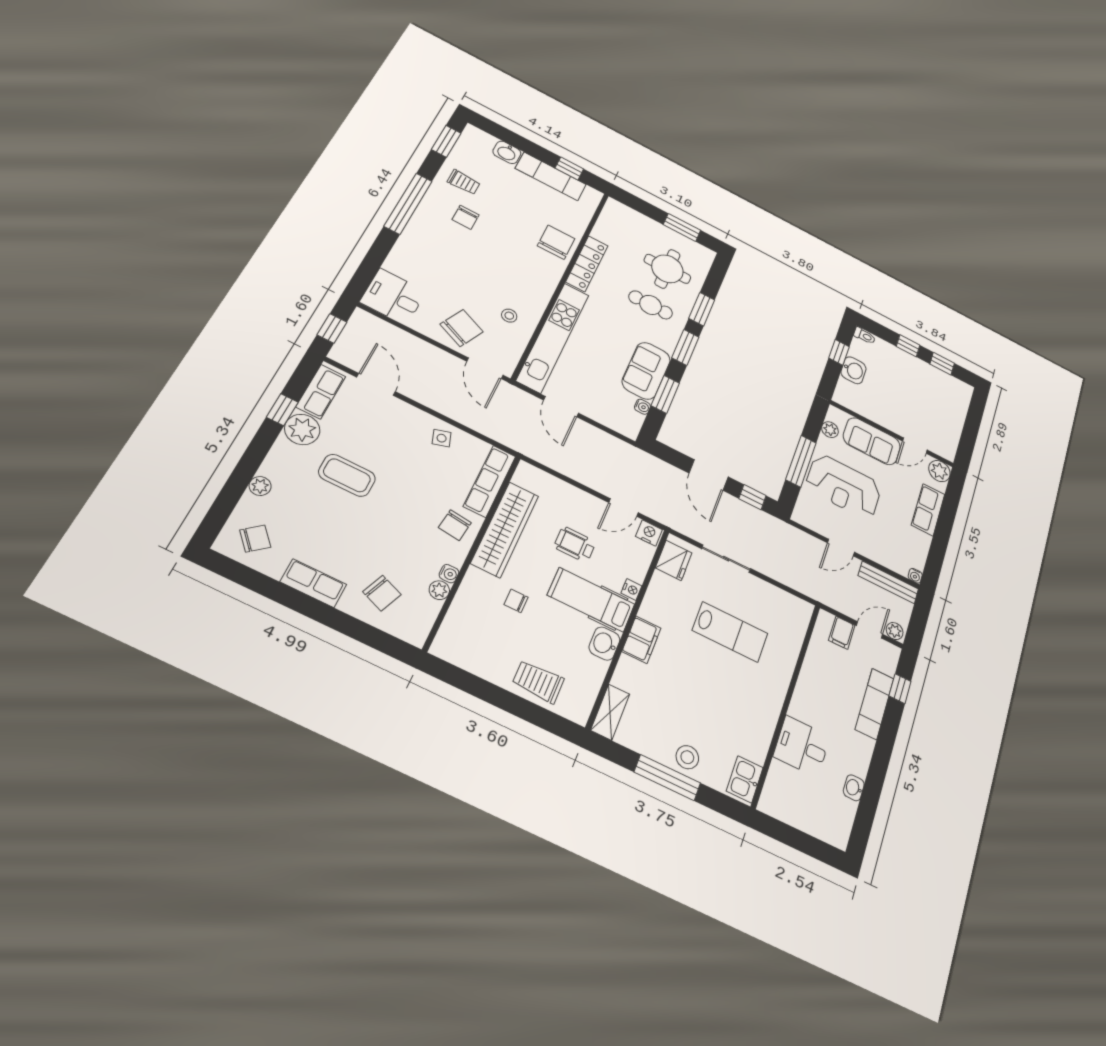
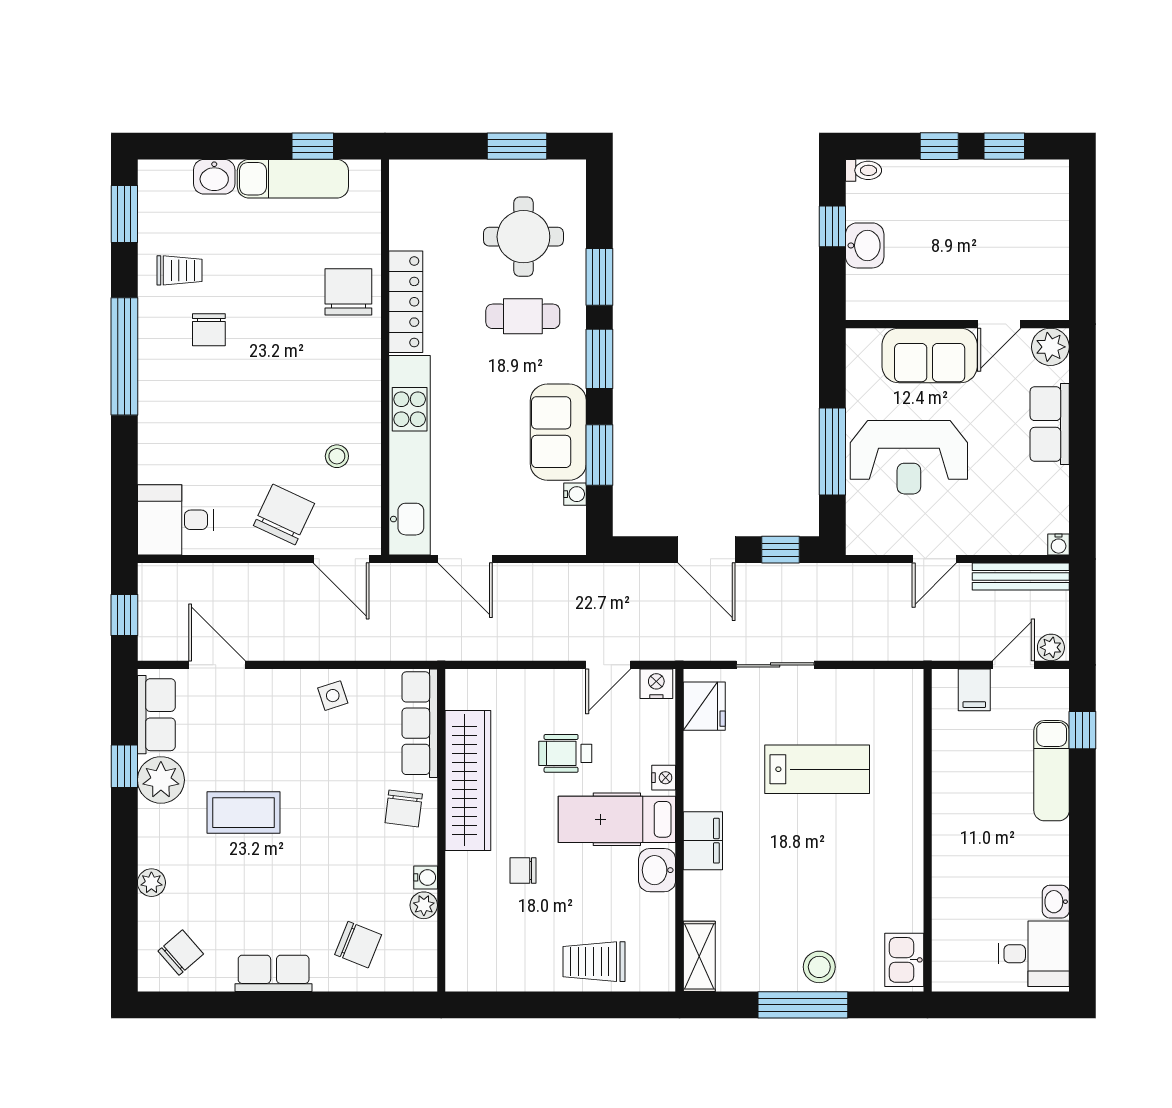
plant: (830, 430) -> (859, 373), removed
desk: (802, 746) -> (1034, 954), moved, turned 180

